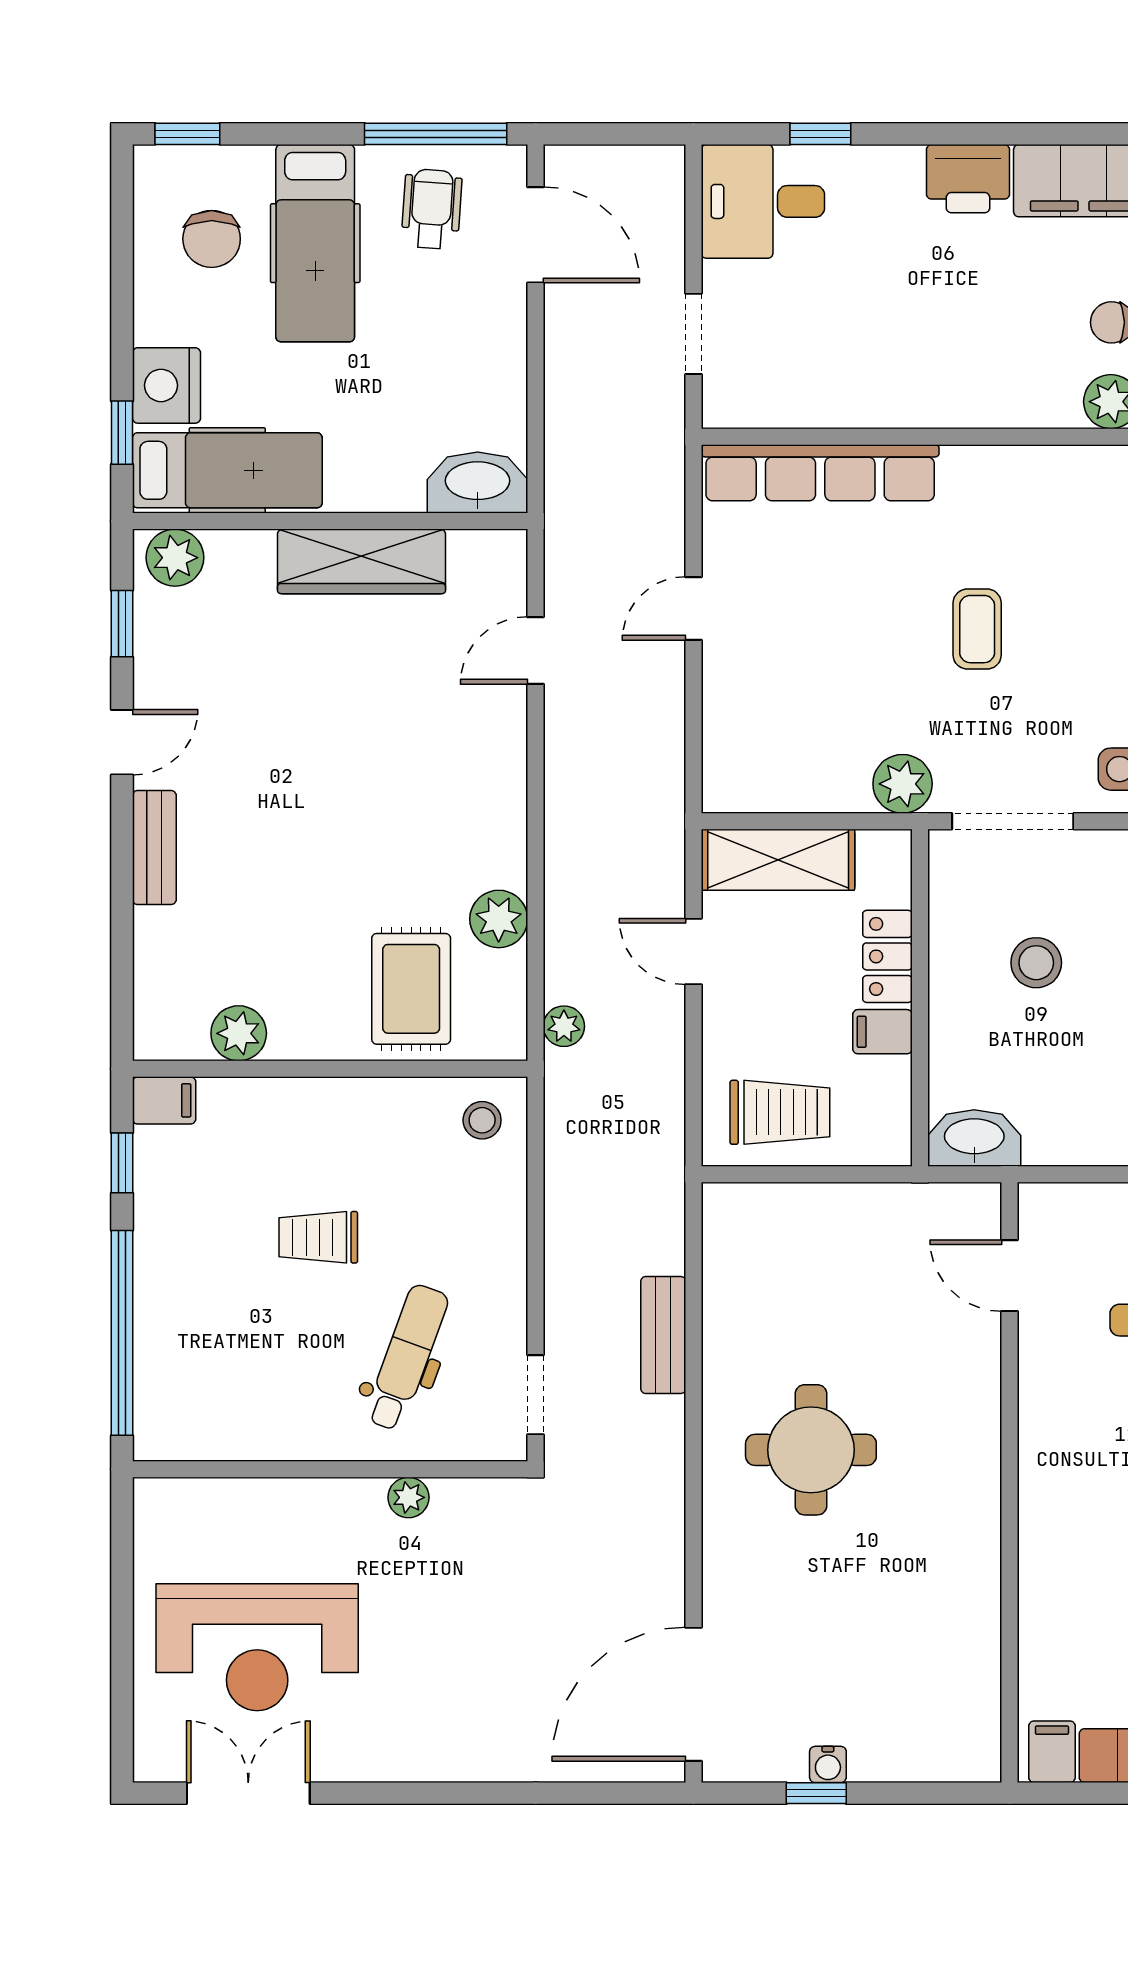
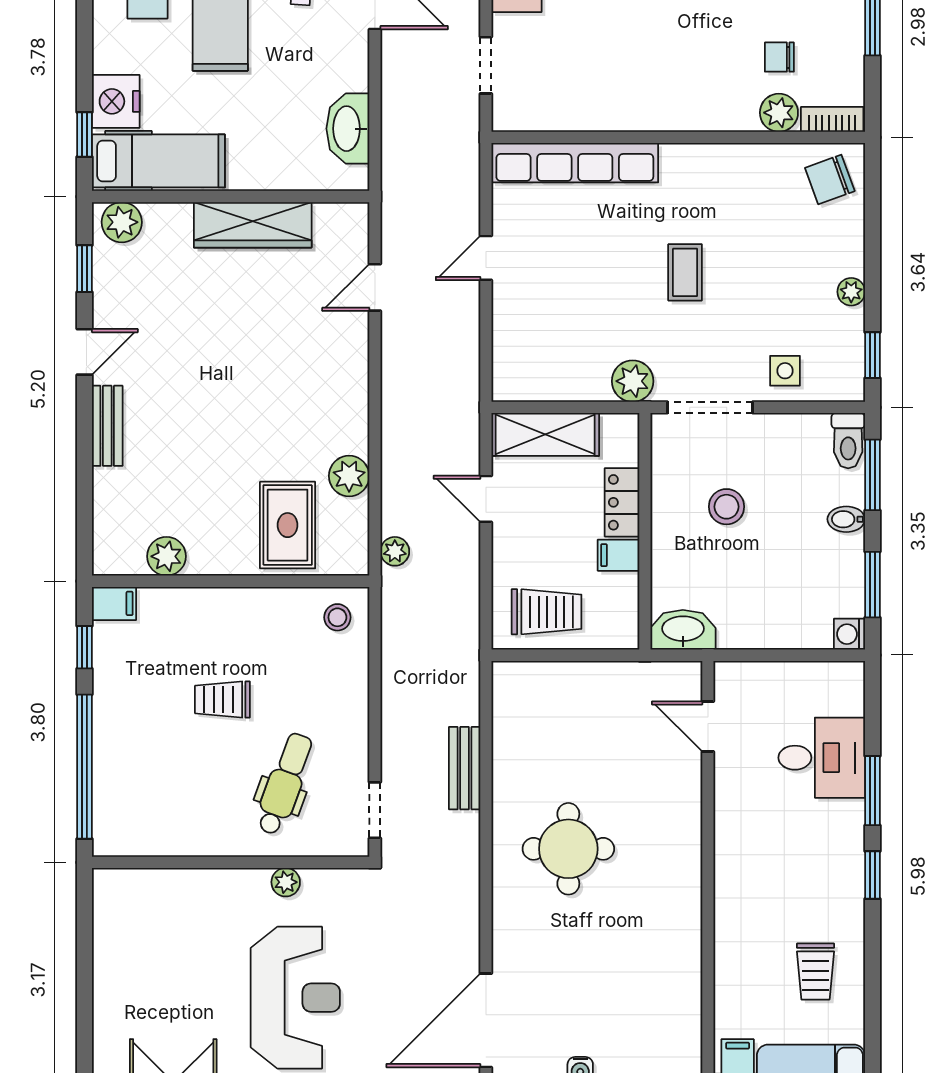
washbasin: (478, 483) -> (348, 129), moved, turned -90
reception desk: (257, 1647) -> (295, 998), moved, turned -90

